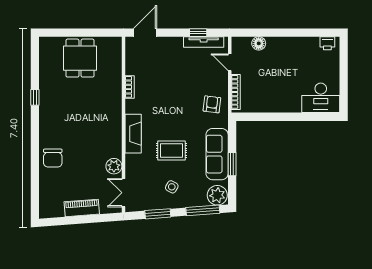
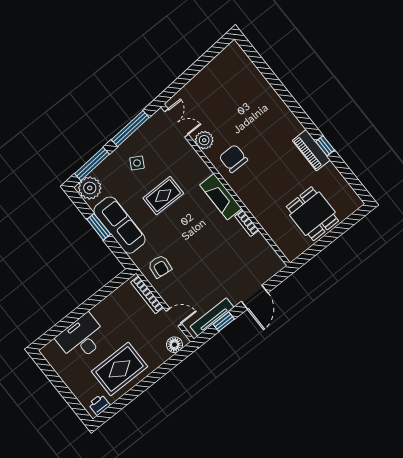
door: (145, 33) -> (255, 297), moved
floor lamp: (259, 43) -> (174, 345), moved
rug: (294, 56) -> (120, 369), added
desk: (321, 98) -> (82, 338), moved
fireplace: (133, 134) -> (221, 197), moved
chair: (53, 158) -> (233, 159), moved
piano: (82, 208) -> (311, 150), moved, turned 94
window: (158, 214) -> (130, 129), width x1.44

